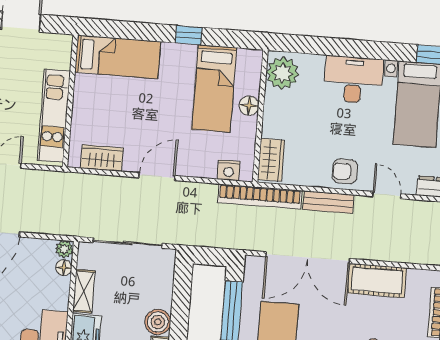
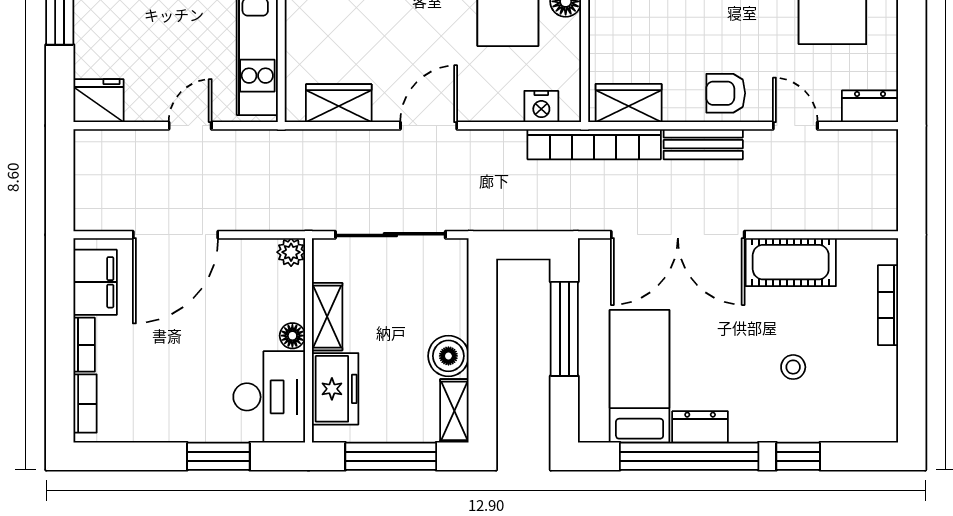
wardrobe: (271, 160) -> (629, 103), moved, turned -90
floor lamp: (64, 268) -> (292, 336), moved

